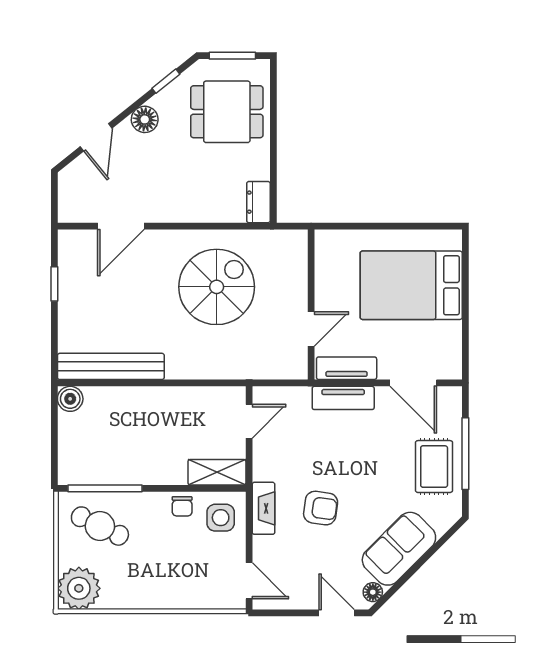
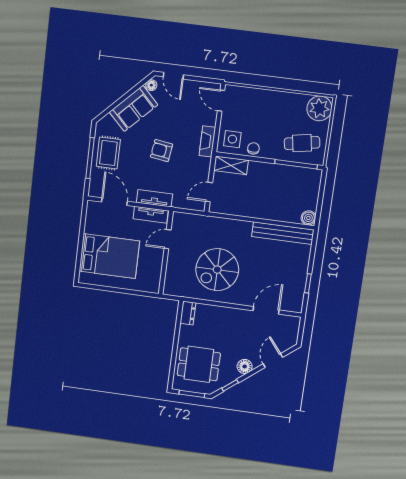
armchair: (321, 508) -> (162, 151), moved
cafe table: (100, 526) -> (302, 143), turned -36

